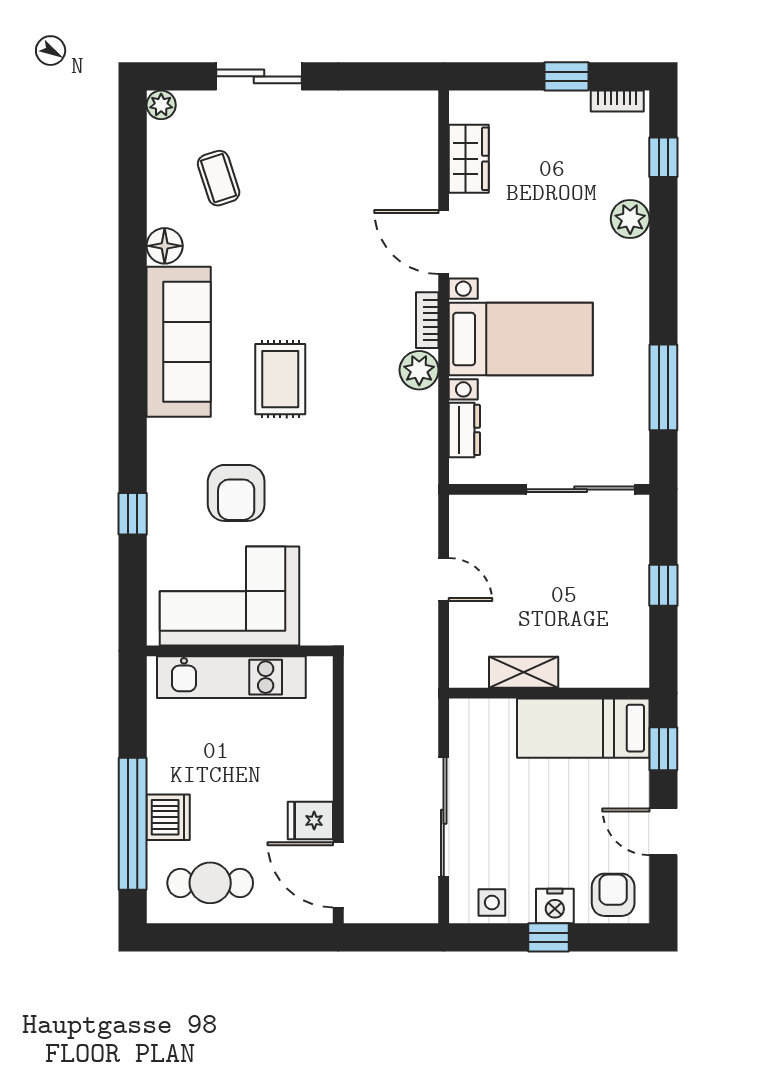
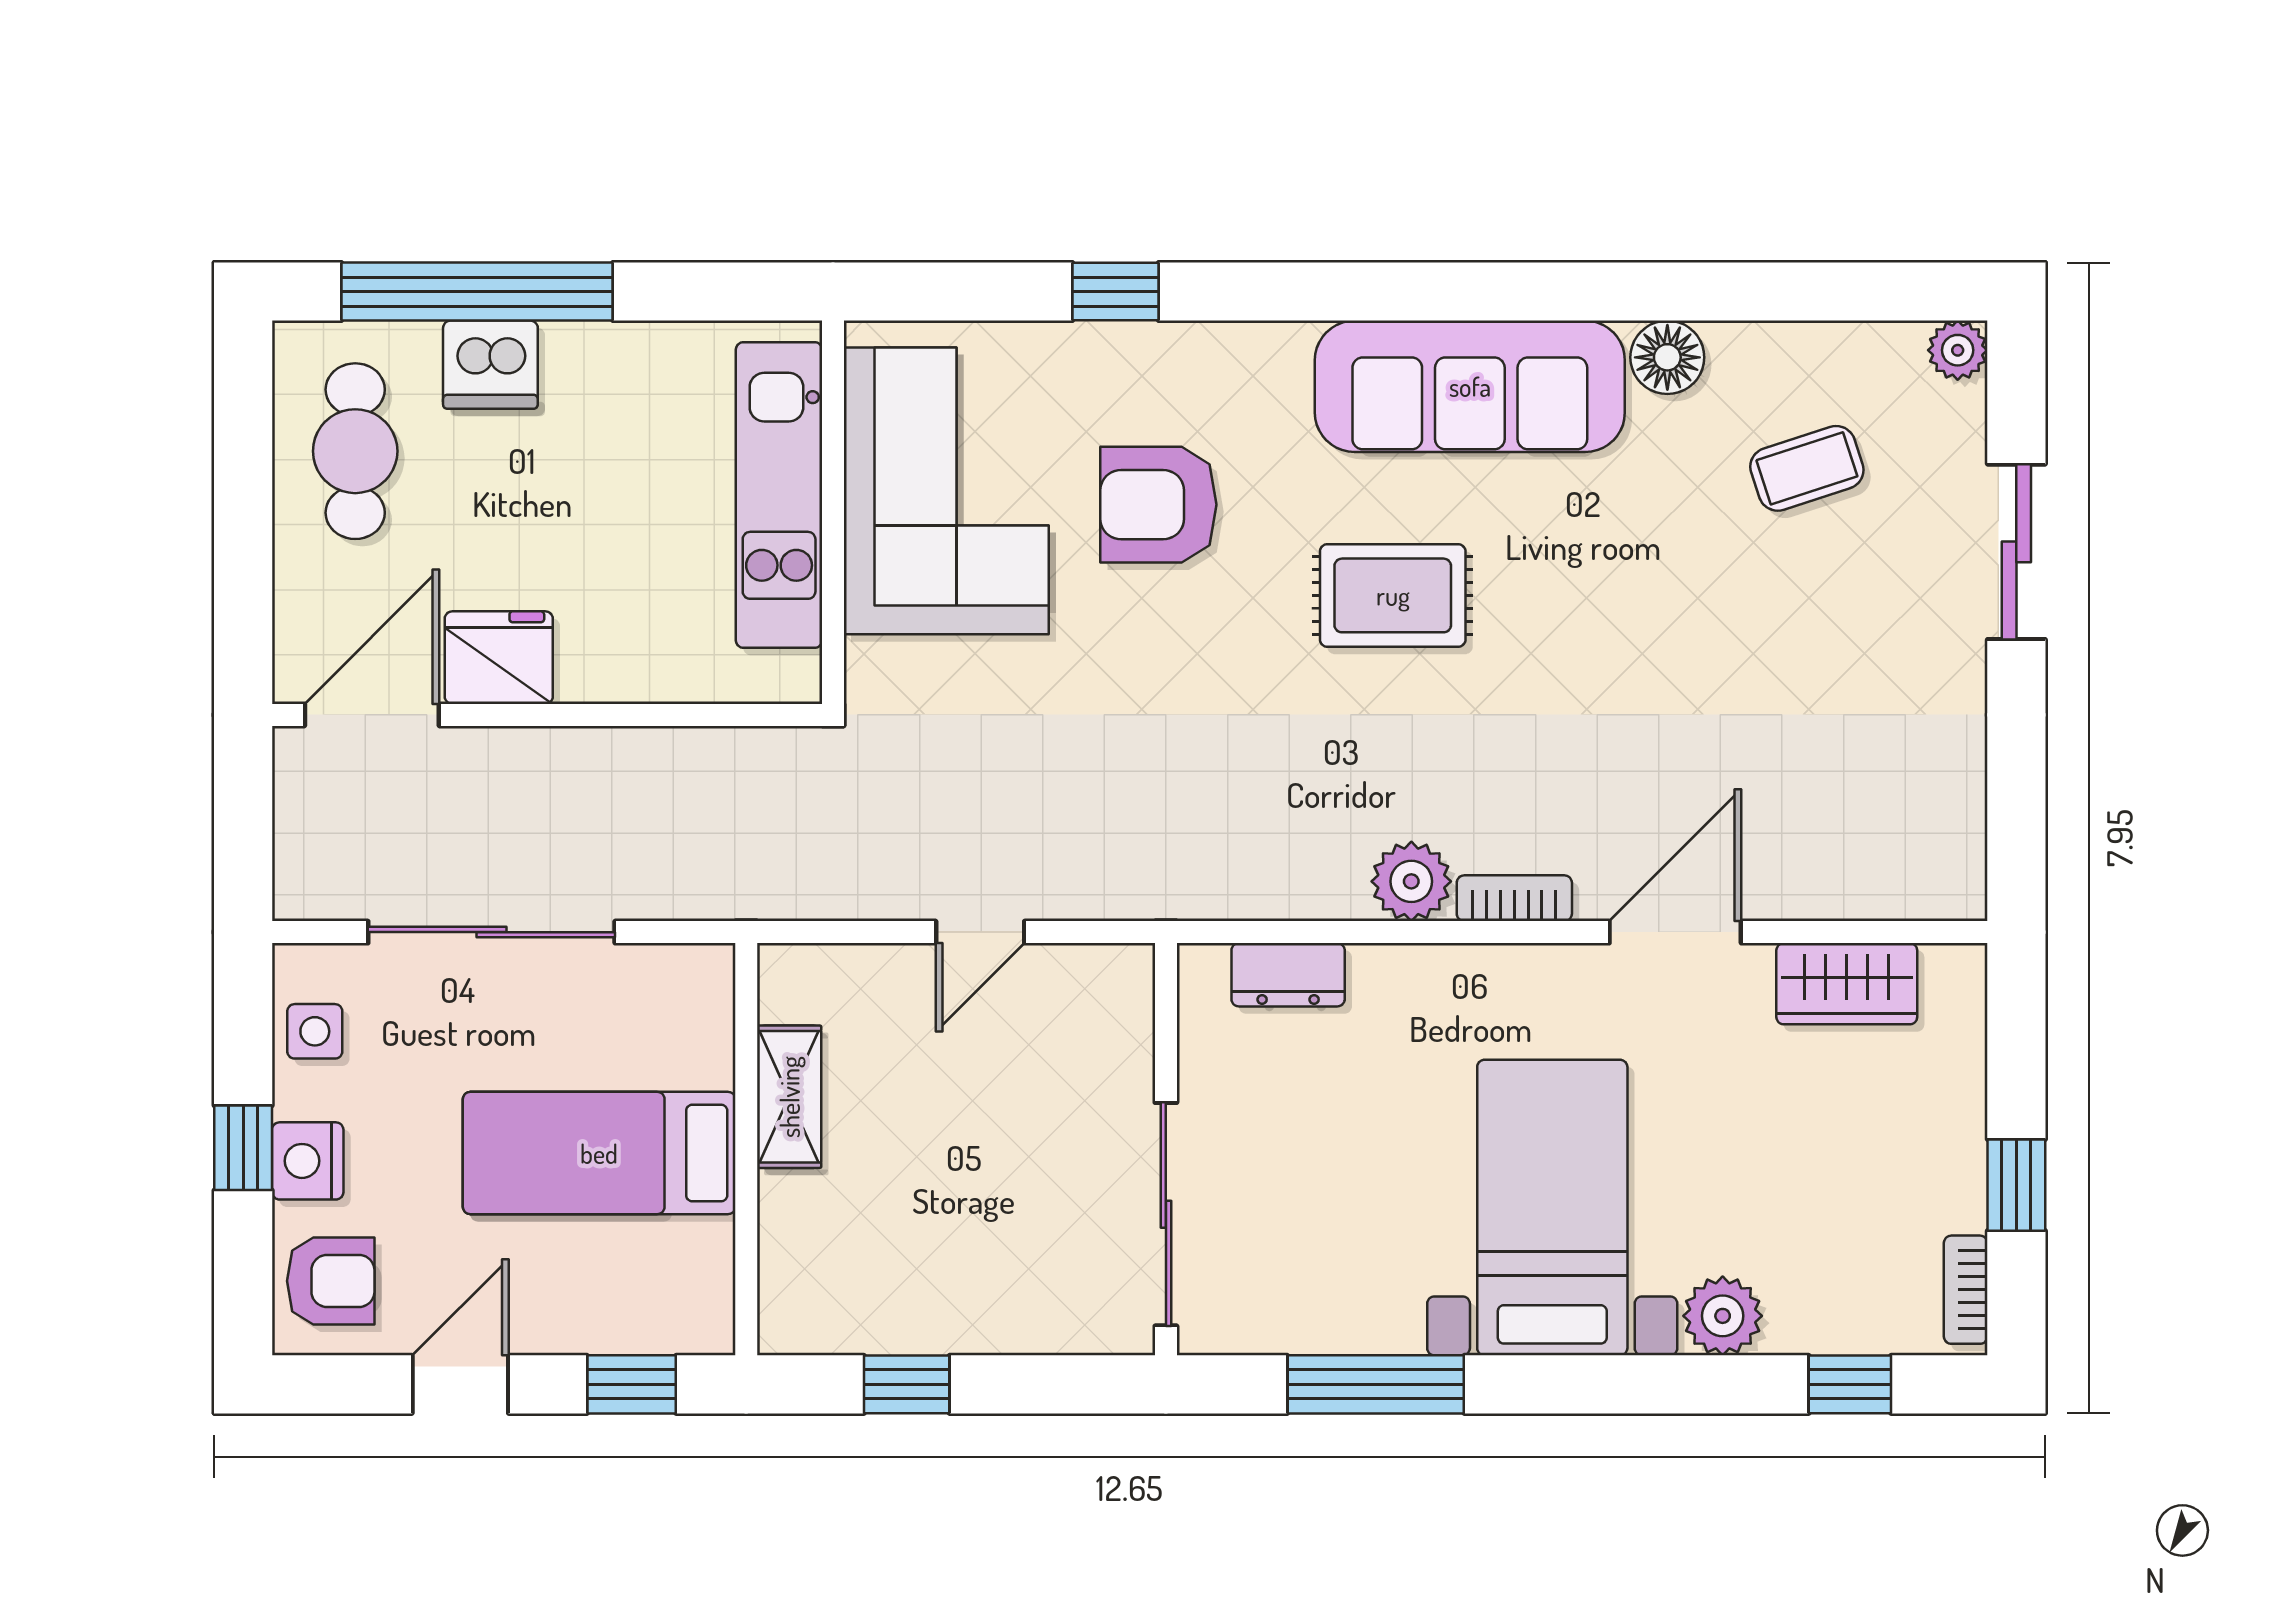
bed with nightstands: (521, 339) -> (1552, 1208), moved, turned 180
window: (663, 585) -> (907, 1384), moved
bed: (583, 728) -> (599, 1153), moved, turned -90
fridge: (310, 820) -> (499, 658), width x1.38

